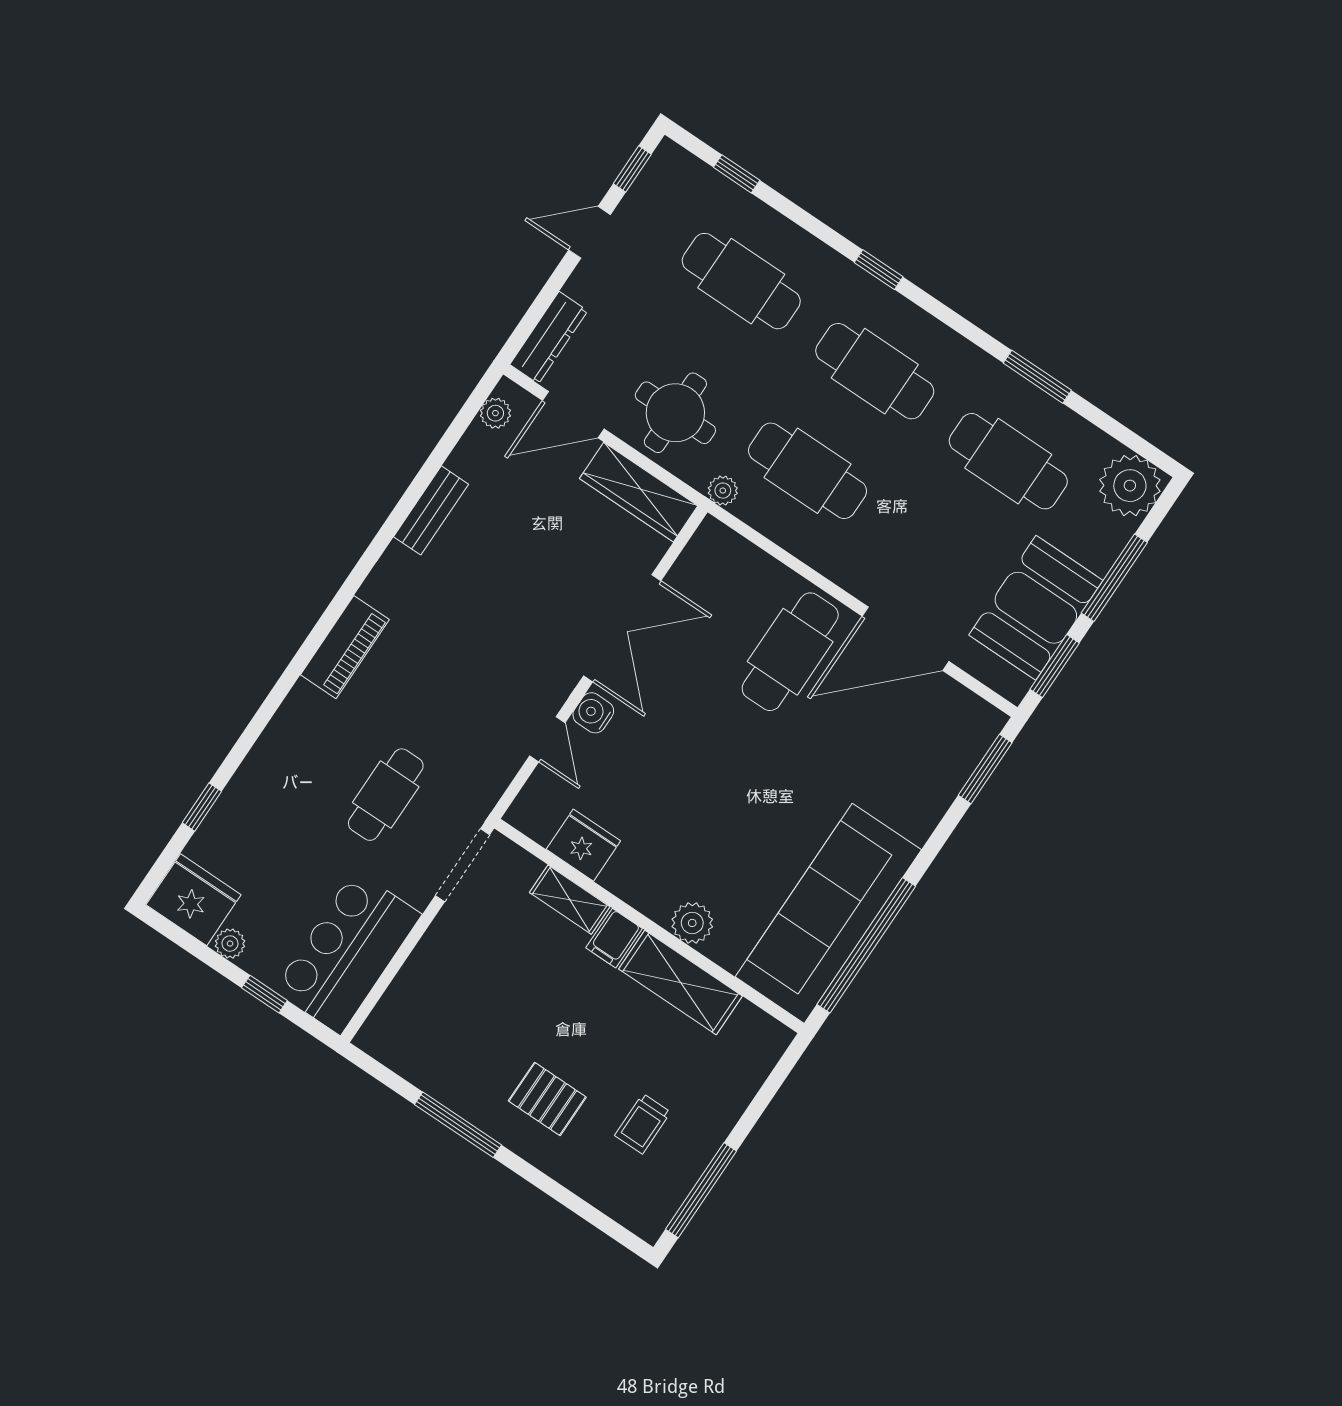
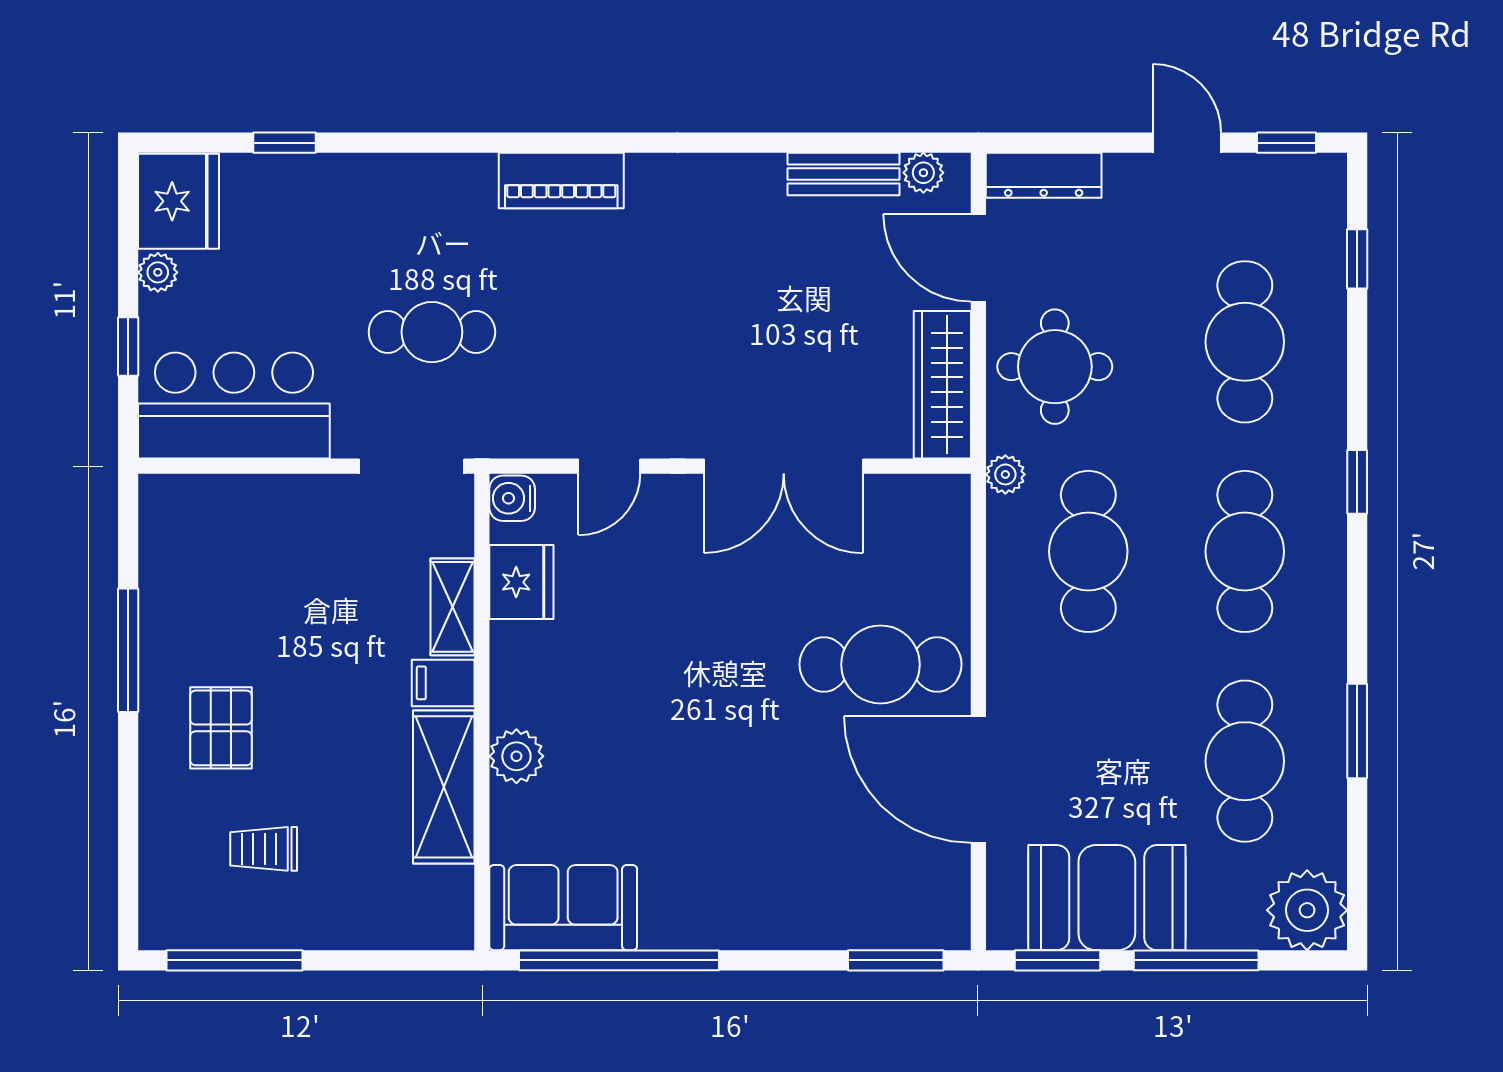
bench: (431, 510) -> (843, 174), moved
water cooler: (593, 713) -> (512, 498), moved, turned -90
sofa: (828, 913) -> (563, 908), width x0.54, depth x0.79

